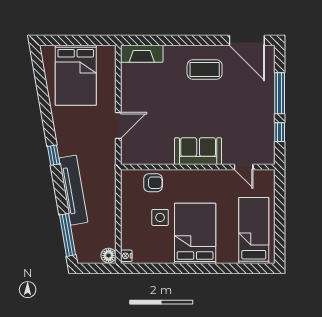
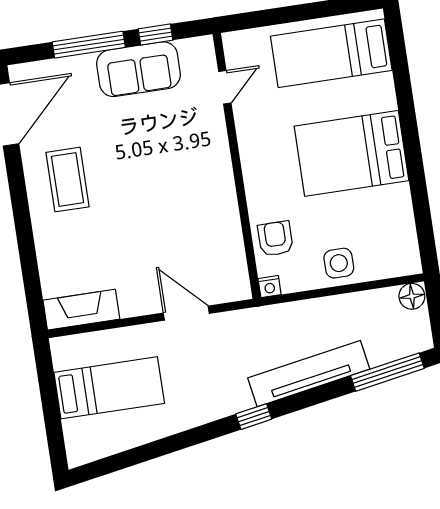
fireplace: (142, 54) -> (81, 310), moved, turned -90
bed: (76, 75) -> (109, 388), width x0.67
sofa: (198, 151) -> (138, 69), moved, turned -90
side table: (160, 217) -> (339, 263), moved
nightstand: (126, 256) -> (270, 287), moved

